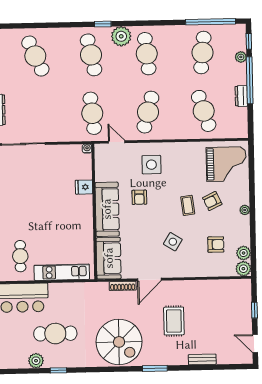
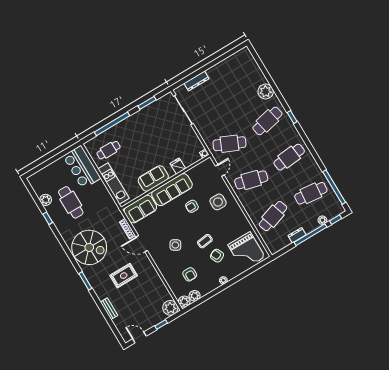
plant: (121, 36) -> (266, 92), moved
cafe table: (35, 56) -> (246, 85), removed
cafe table: (92, 113) -> (229, 144), turned 30
sofa: (82, 223) -> (153, 179), added
plant: (241, 289) -> (170, 308), added
spiral stairs: (119, 342) -> (89, 247), turned -90
door: (255, 344) -> (139, 337), hinge flipped

